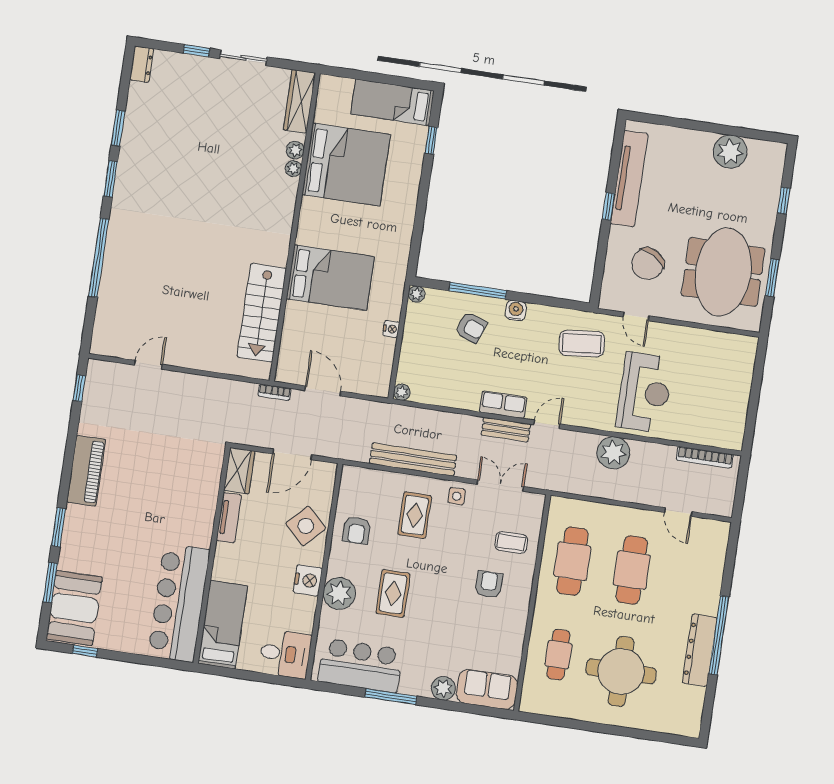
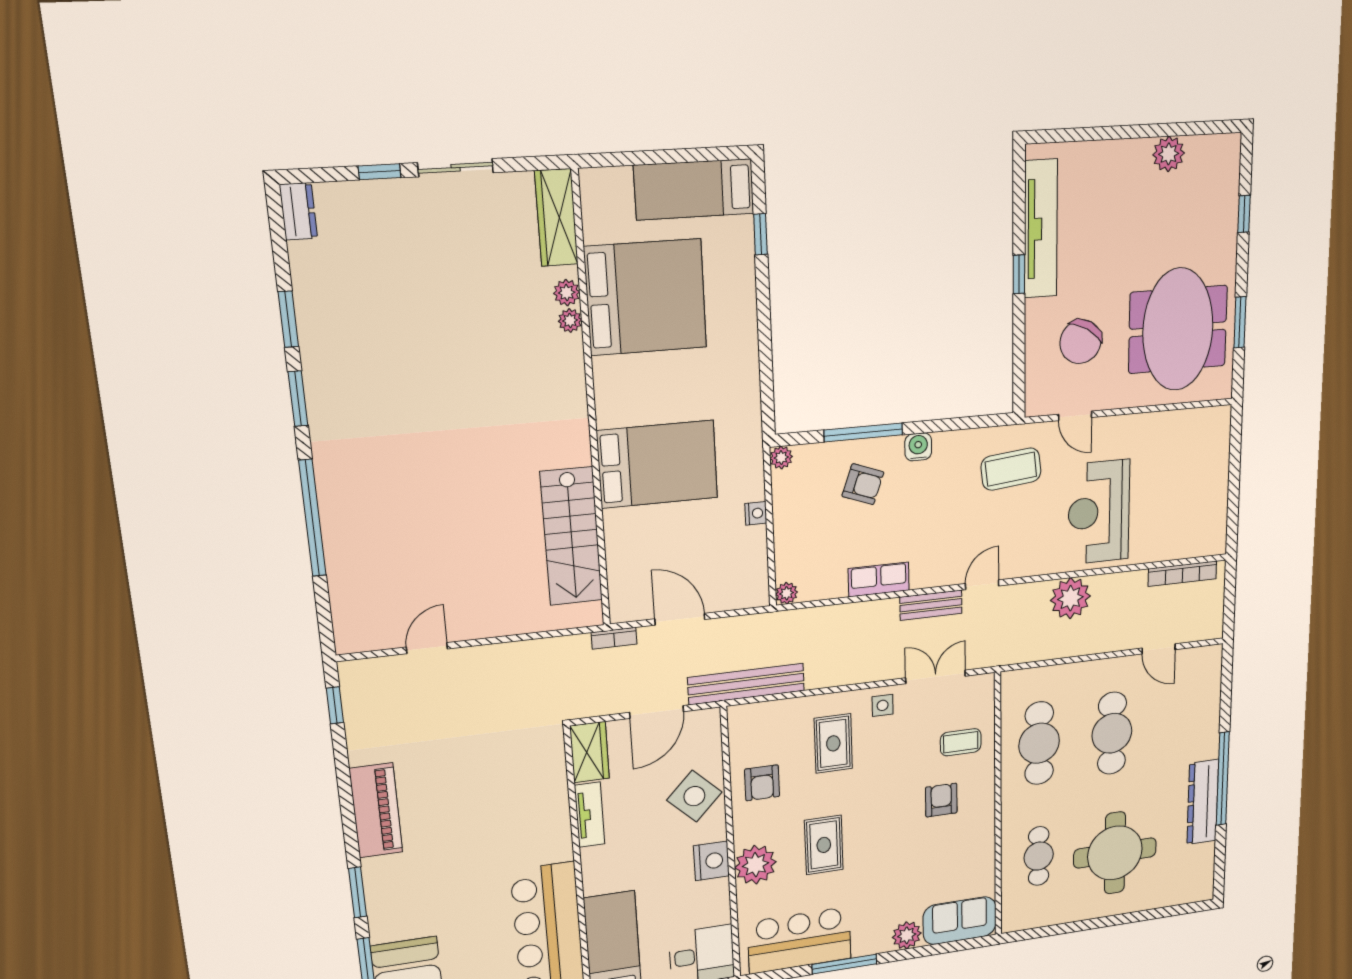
plant: (730, 152) -> (1169, 154), width x0.73, depth x0.73
reception desk: (645, 392) -> (1099, 512), turned 180
row of seats: (503, 405) -> (879, 579), moved
bench: (413, 459) -> (746, 684), moved

